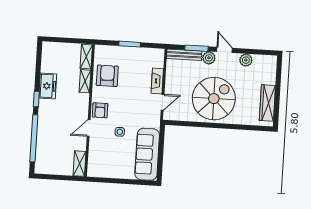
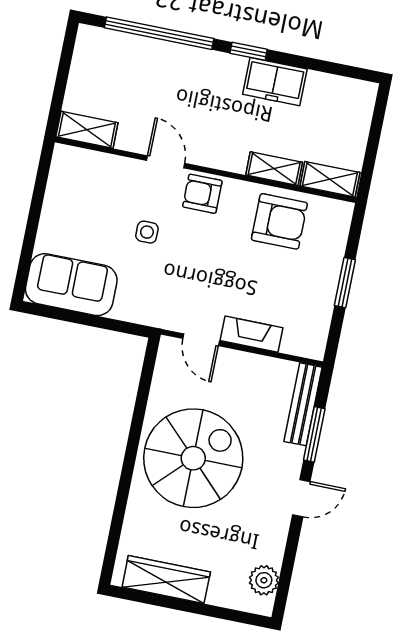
plant: (209, 58) -> (288, 460), removed
plant: (246, 60) -> (264, 580), moved
spiral stairs: (214, 99) -> (193, 458), turned -90
sofa: (147, 154) -> (71, 285), width x0.73

